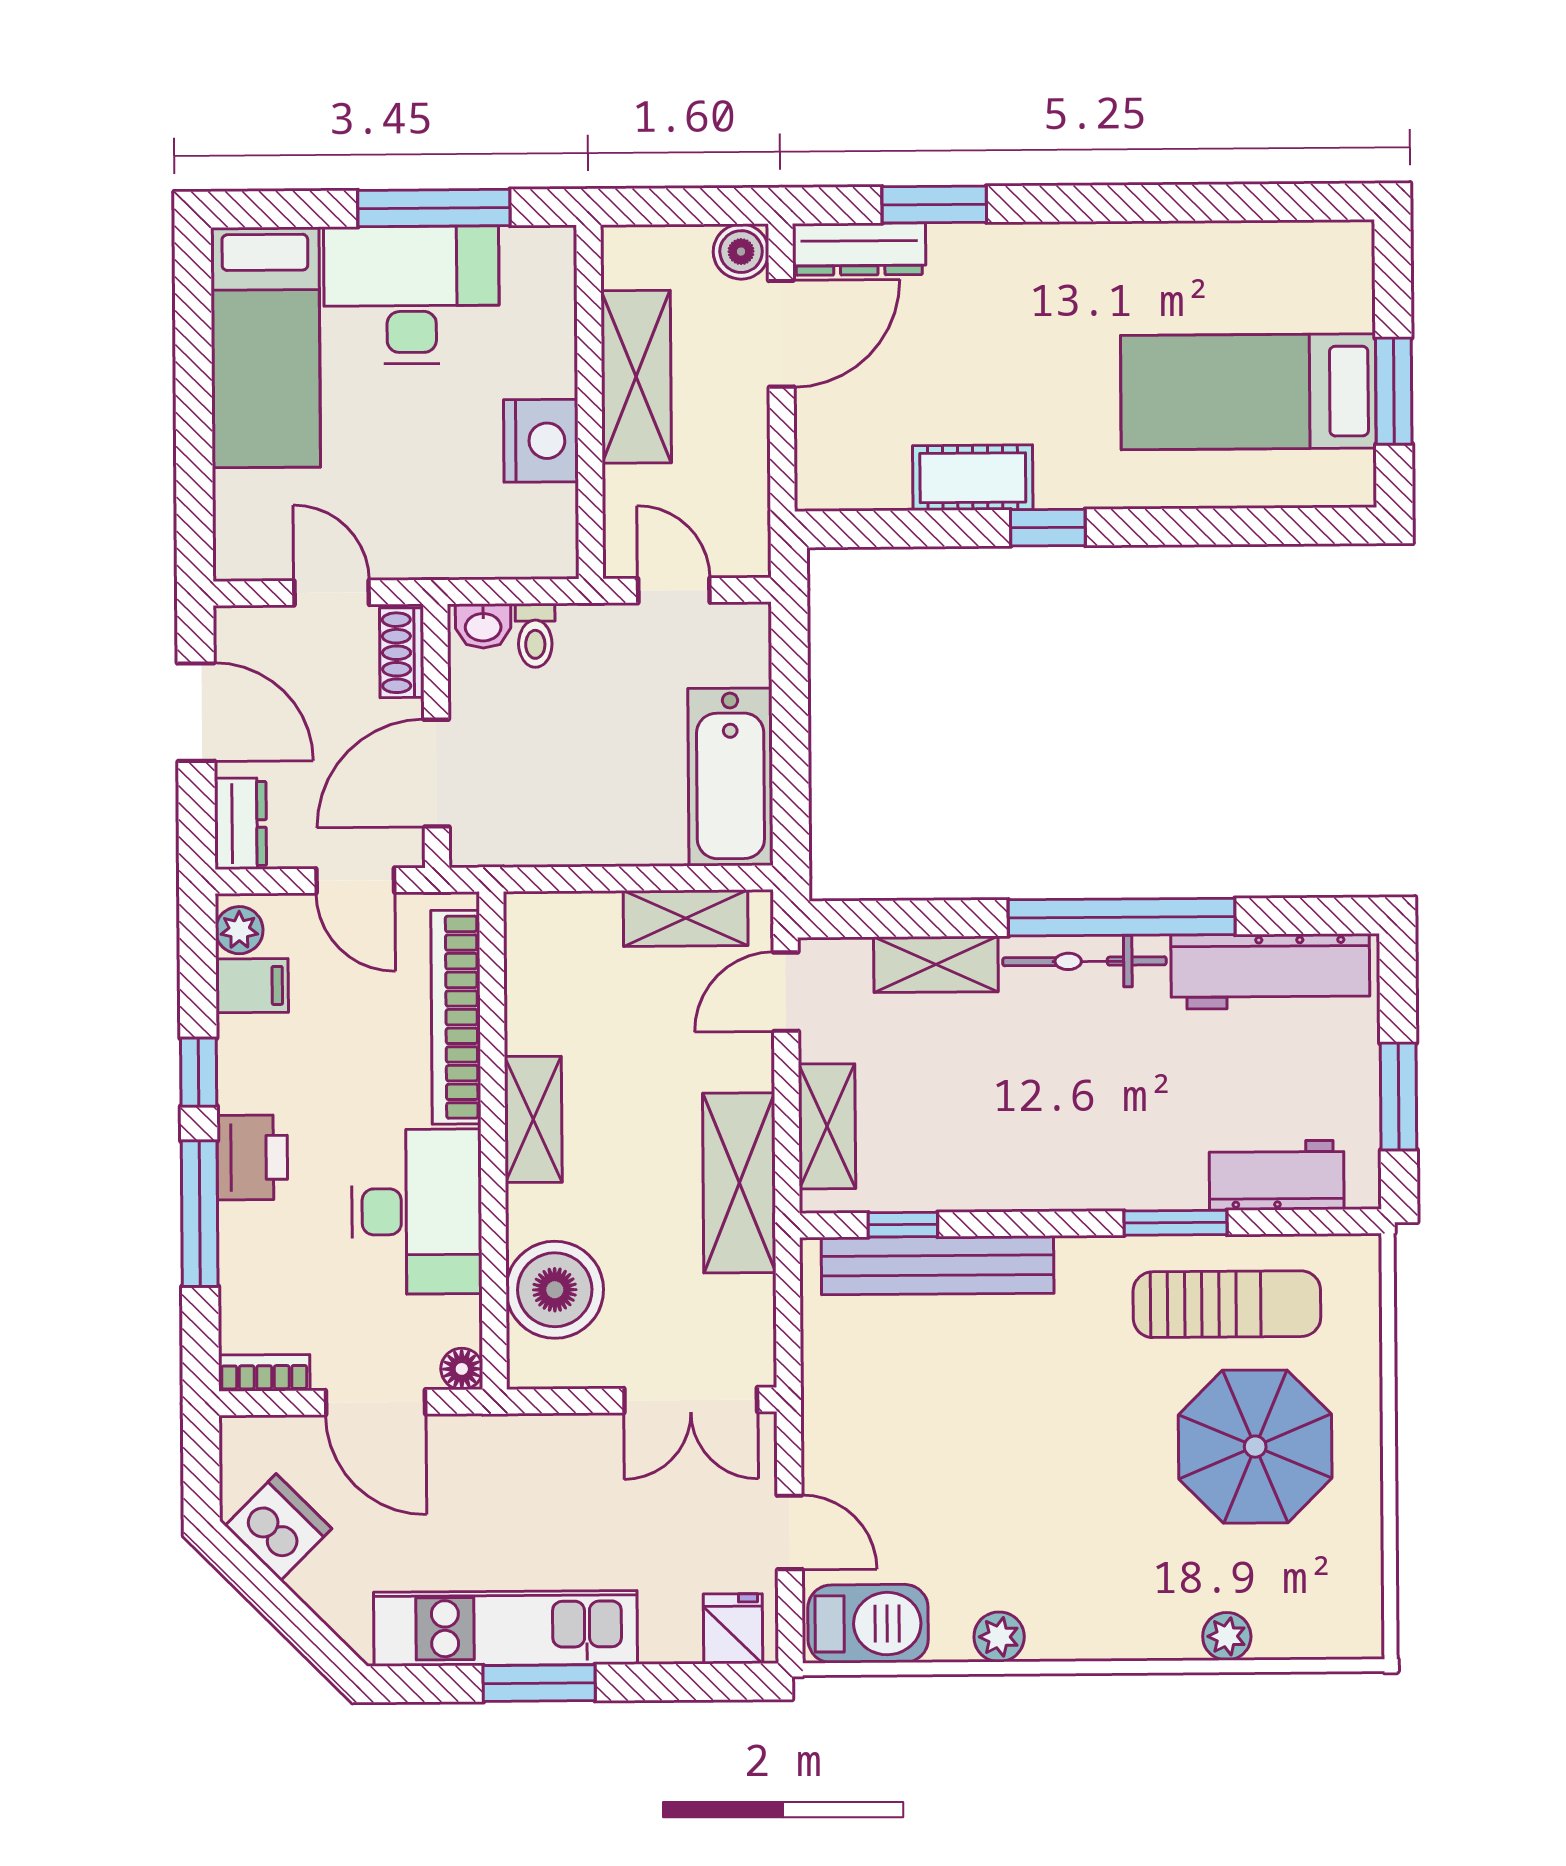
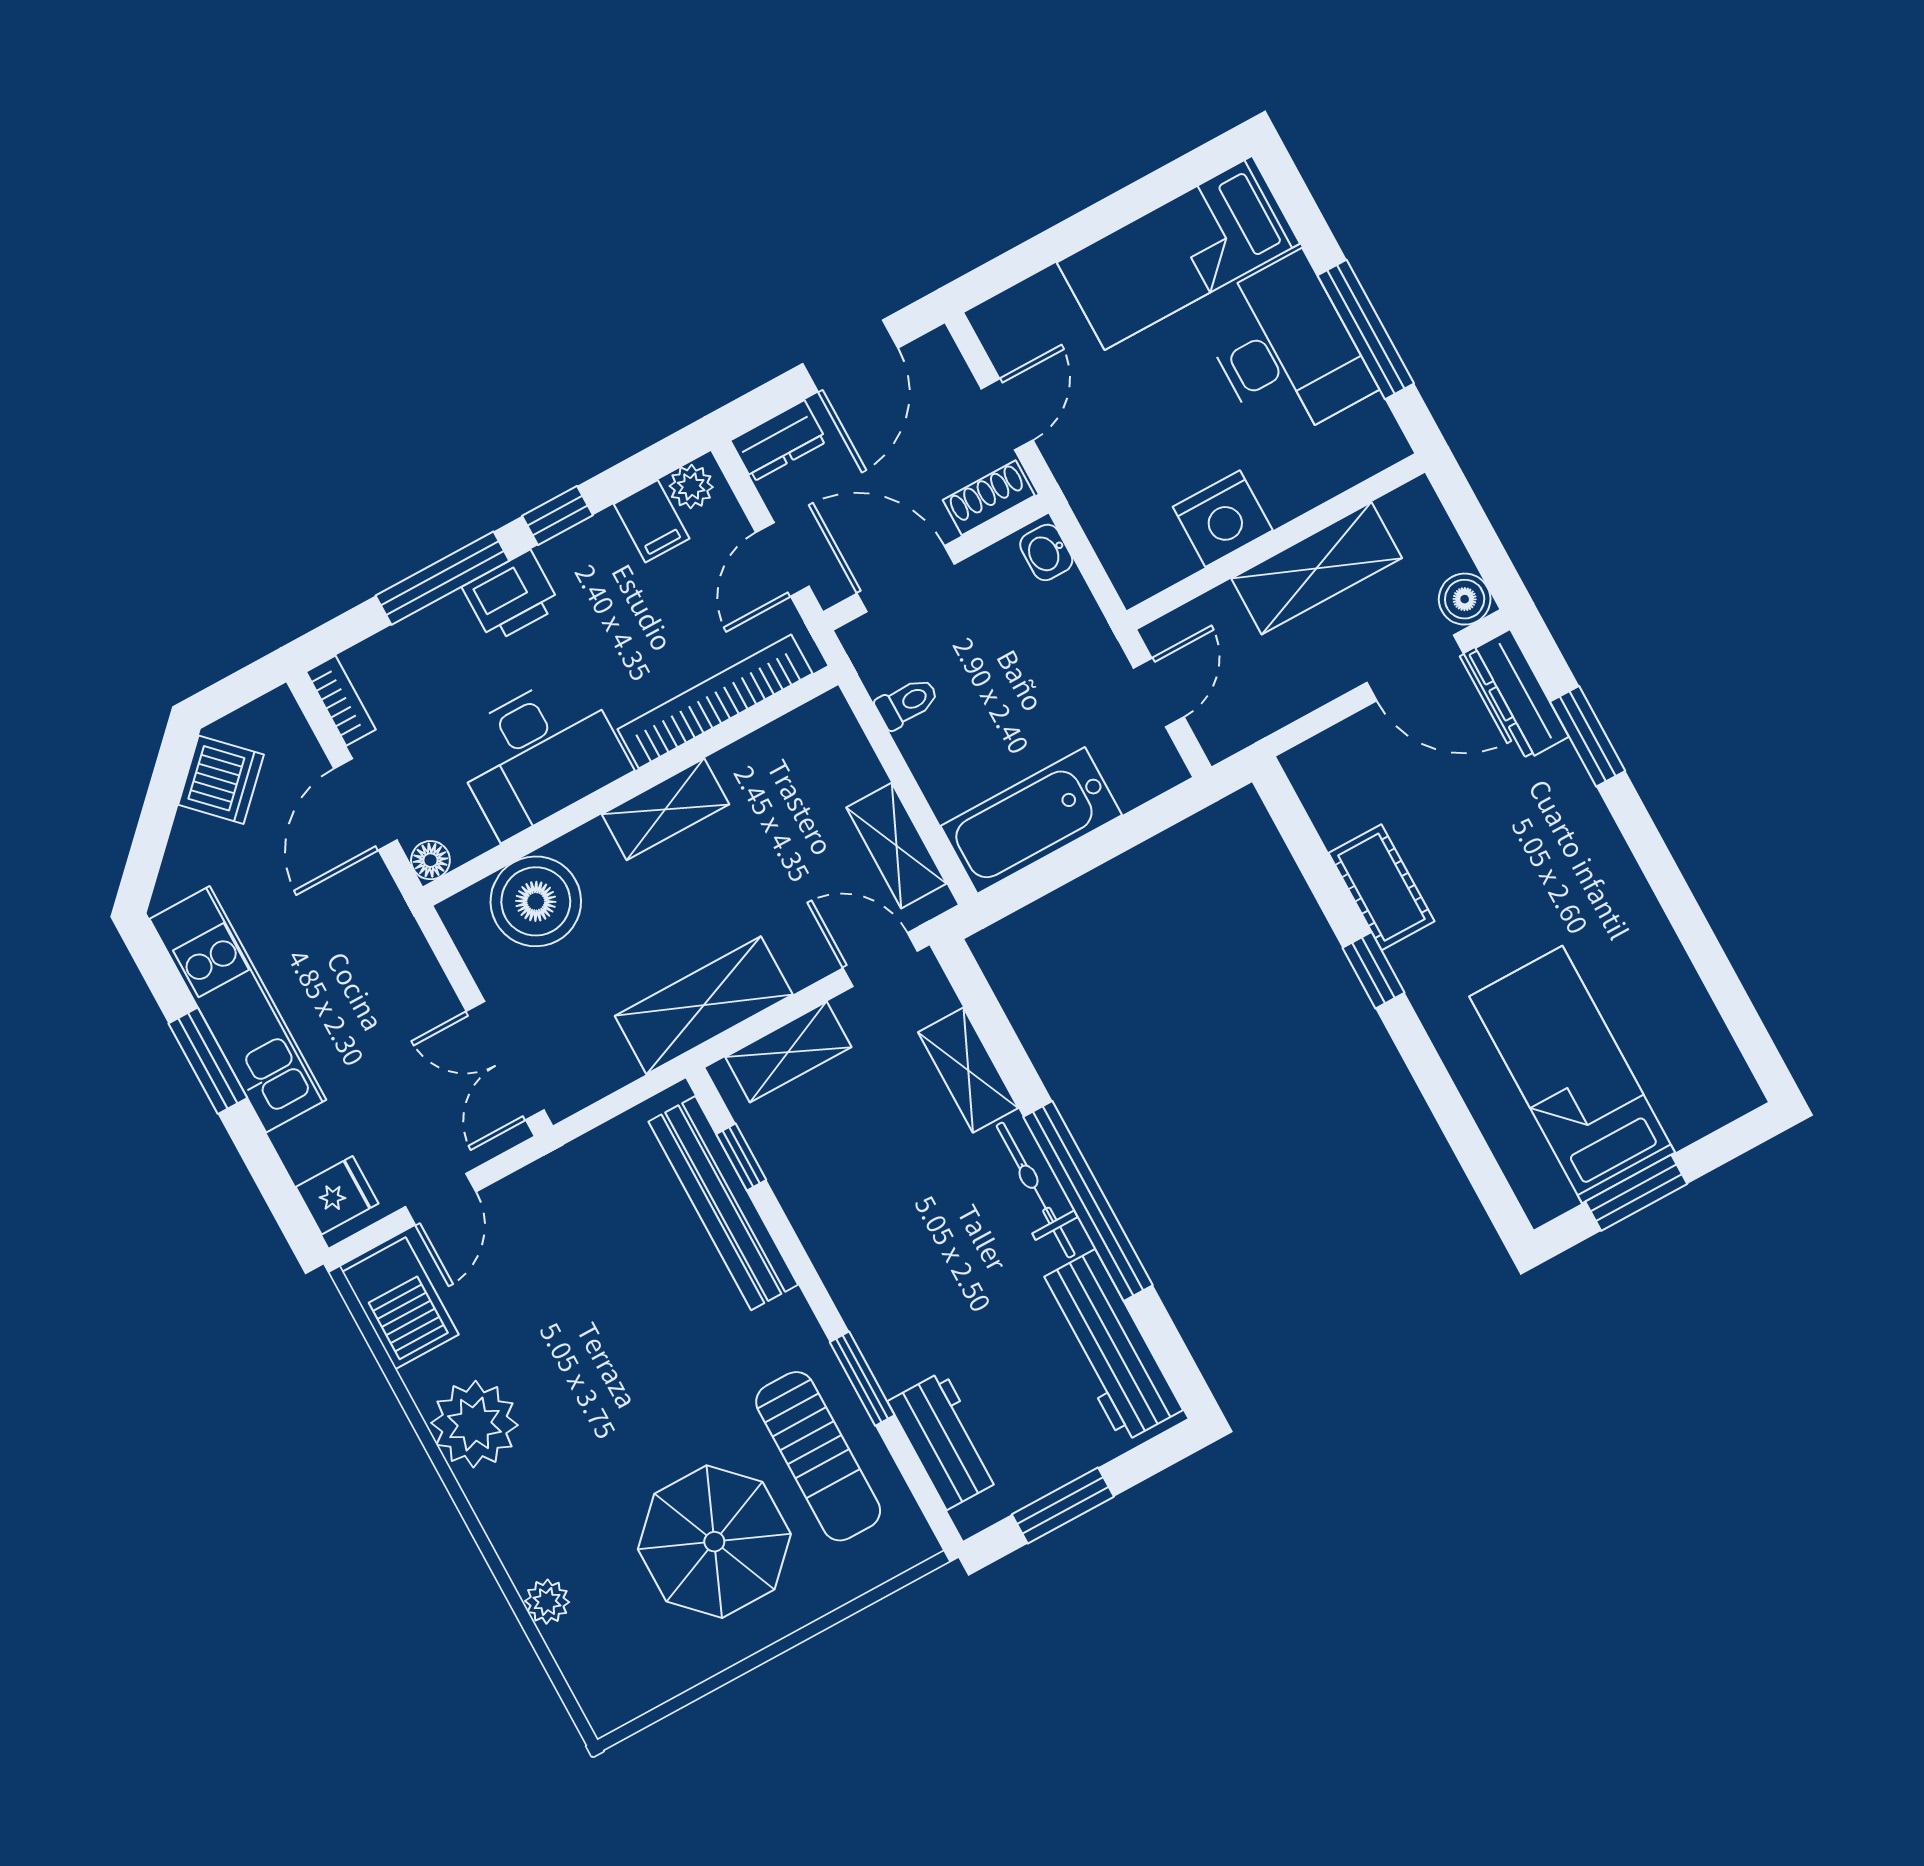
toilet: (535, 635) -> (907, 703), moved, turned 180
plant: (999, 1637) -> (474, 1424), width x1.88, depth x1.88

